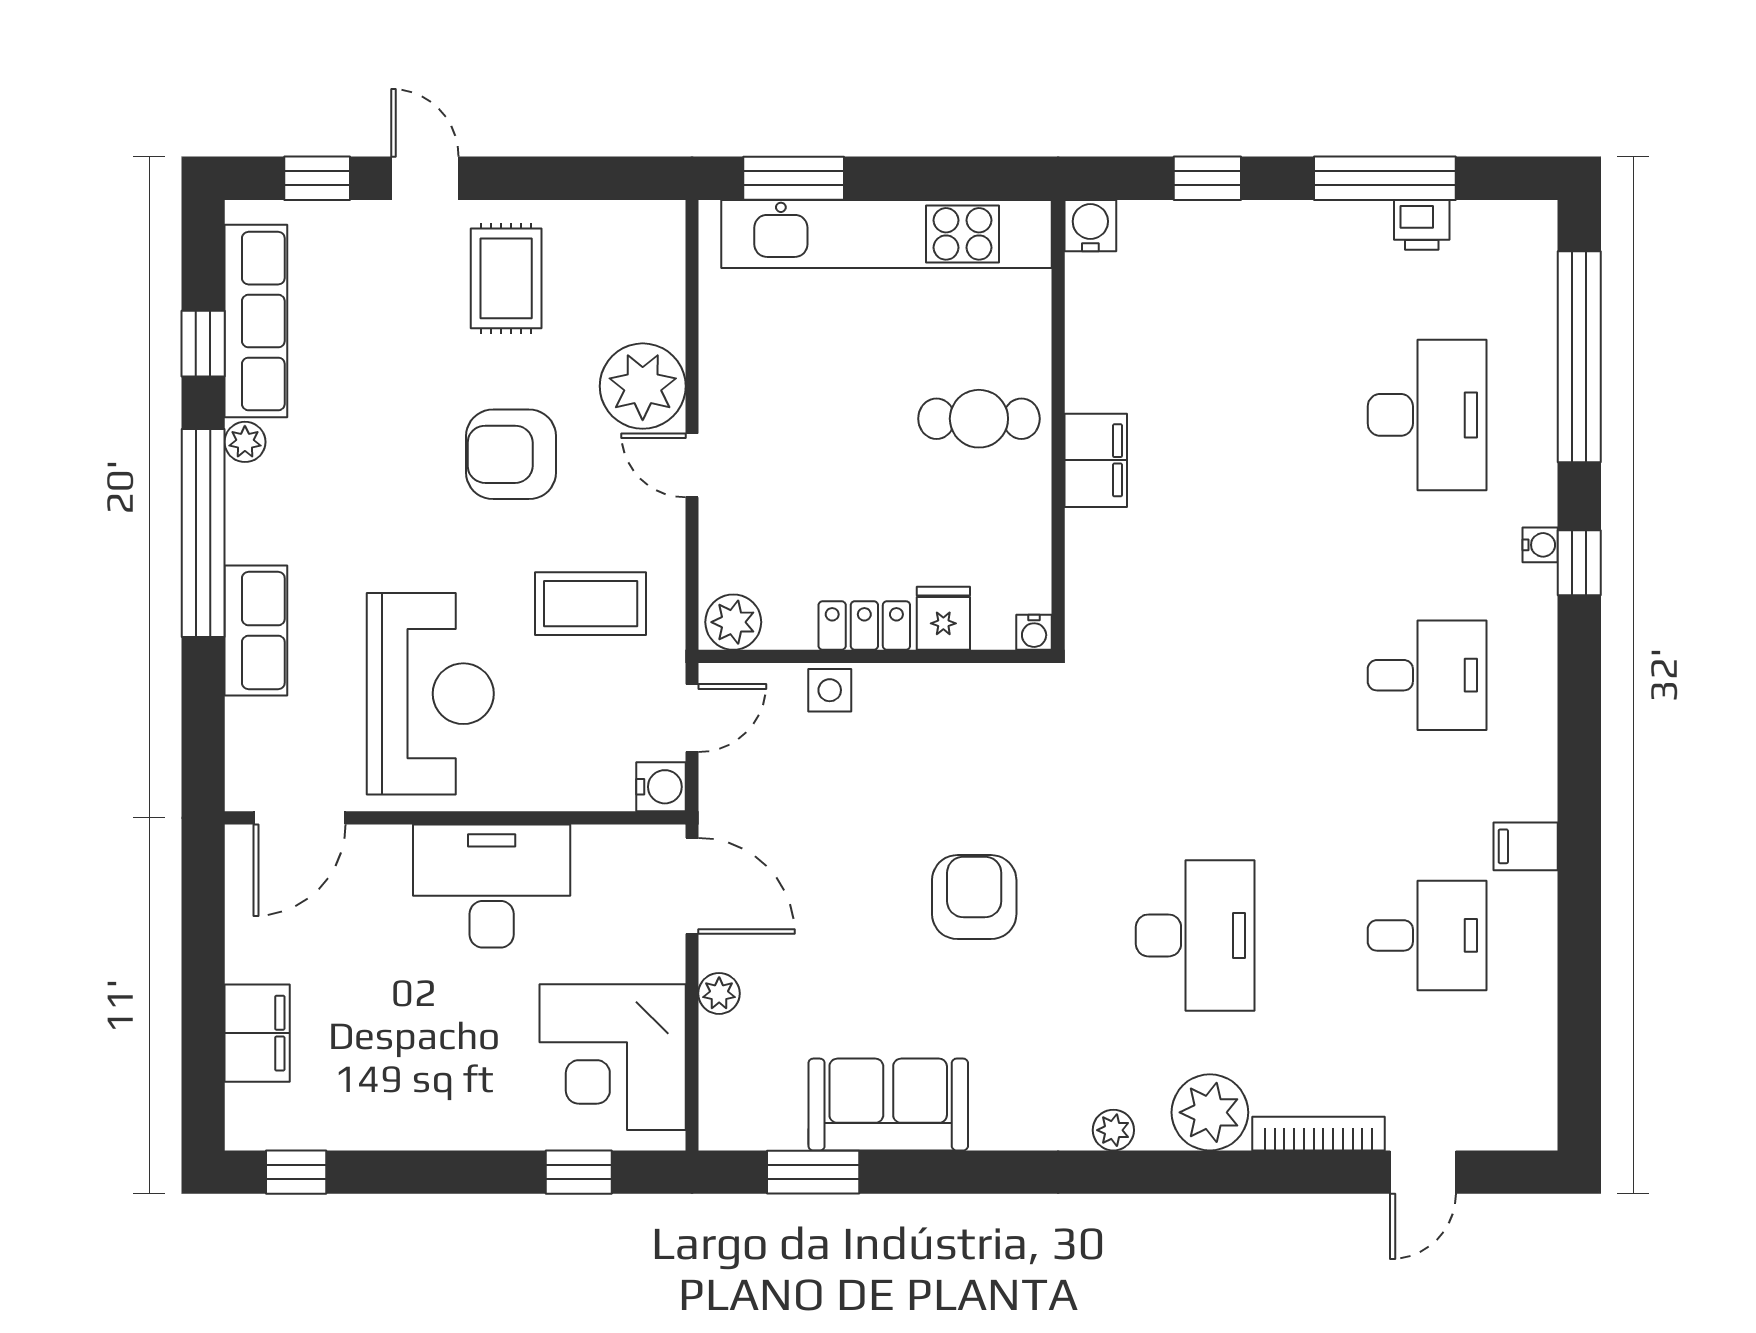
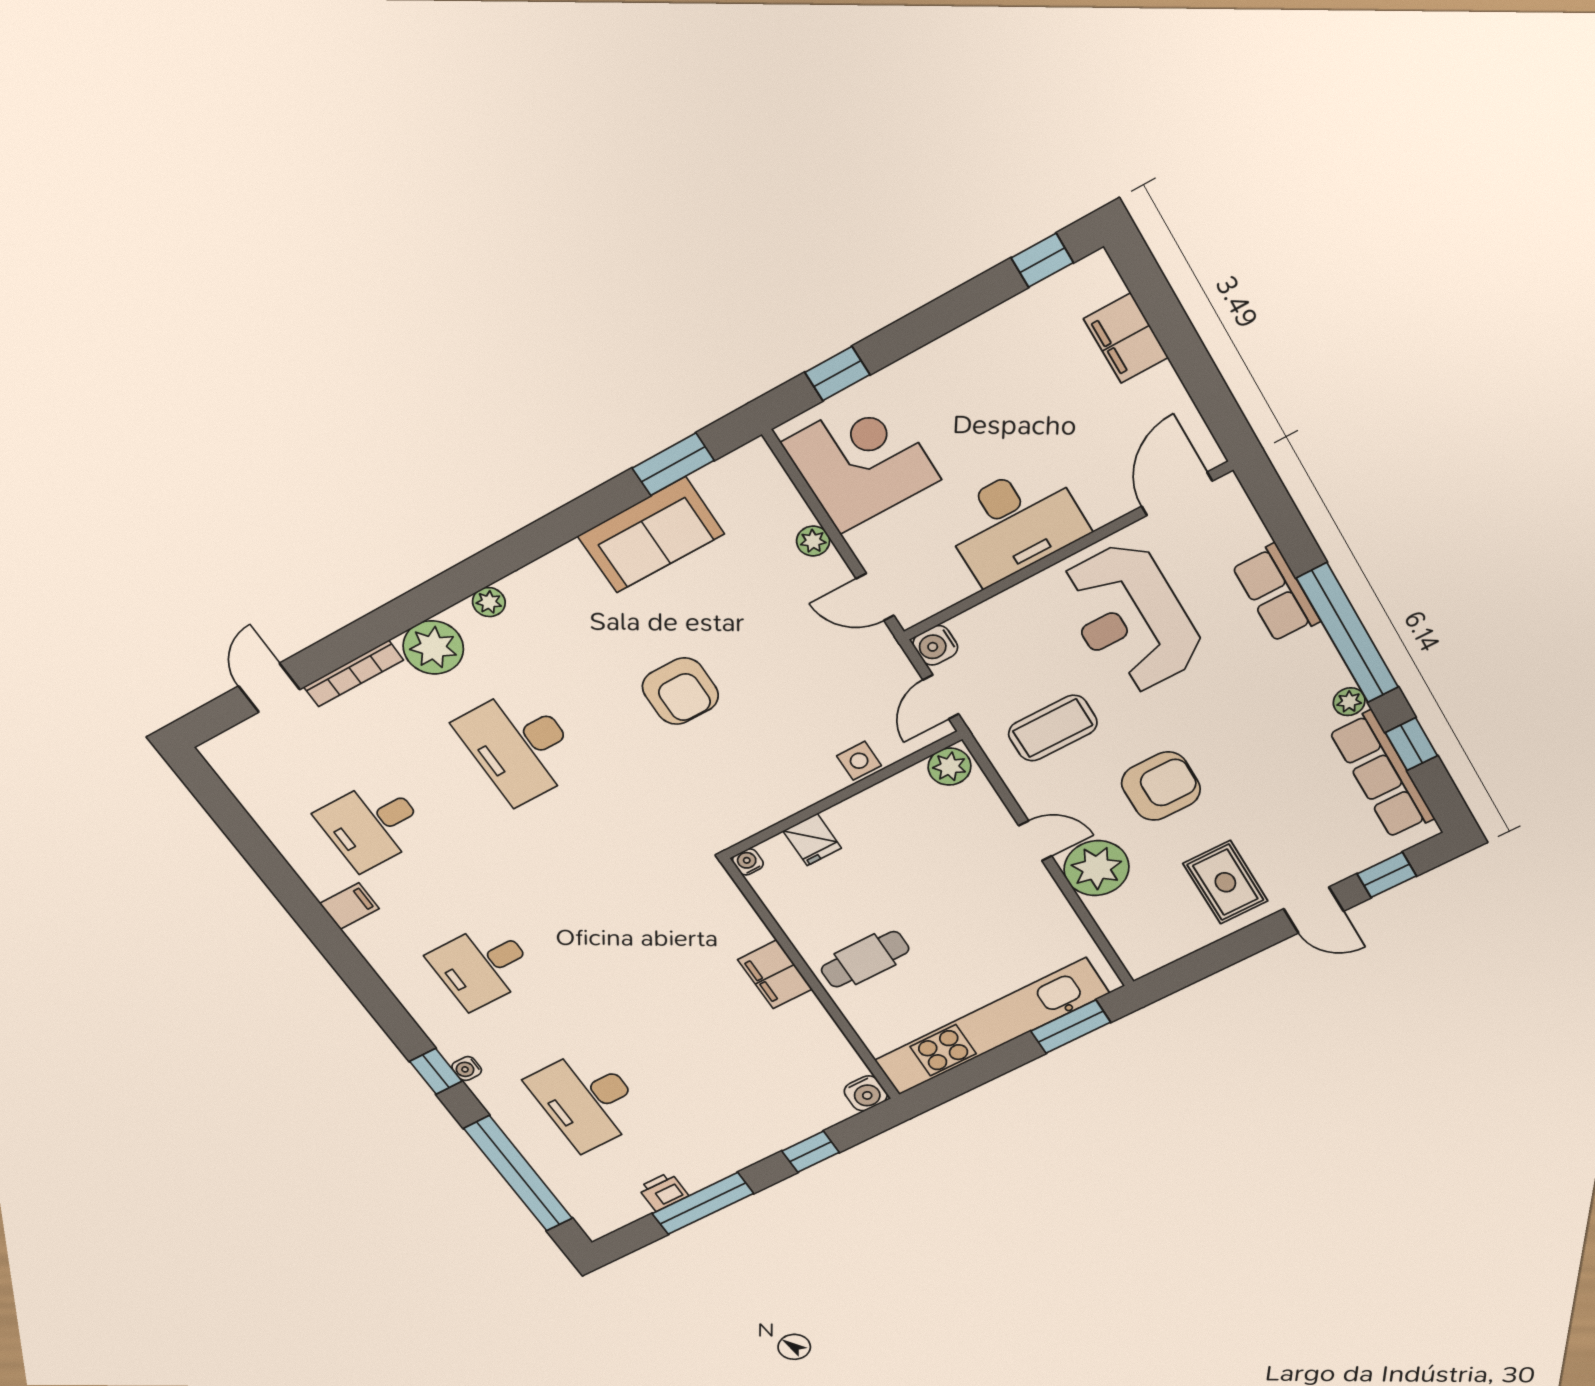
locker: (864, 626) -> (861, 809), removed
door: (692, 886) -> (875, 597), width x0.73

